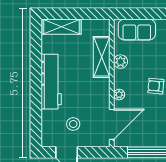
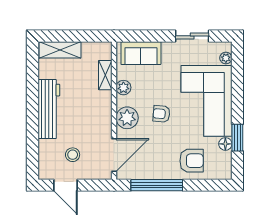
shelving: (102, 57) -> (105, 75), width x0.67, depth x0.75
plant: (119, 94) -> (127, 118), width x1.87, depth x1.87

